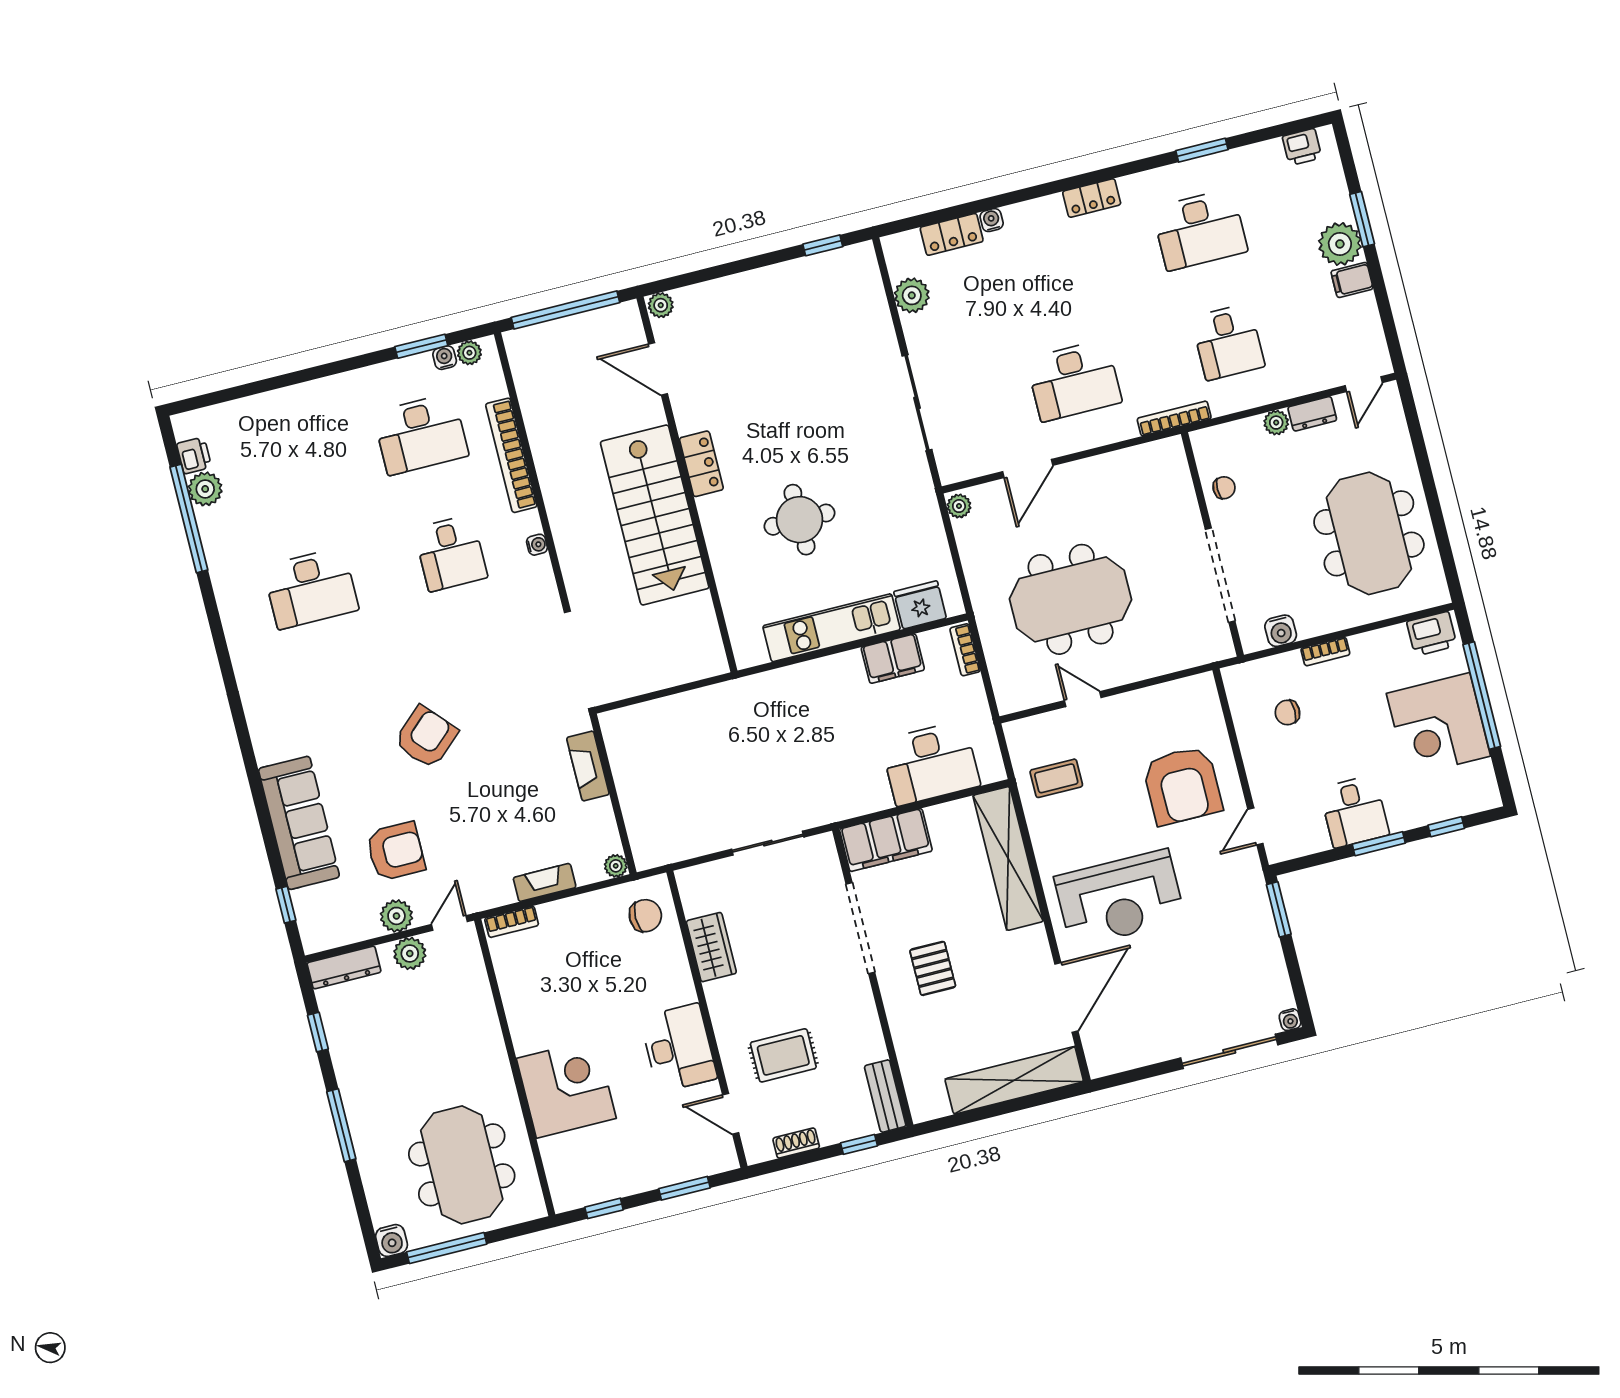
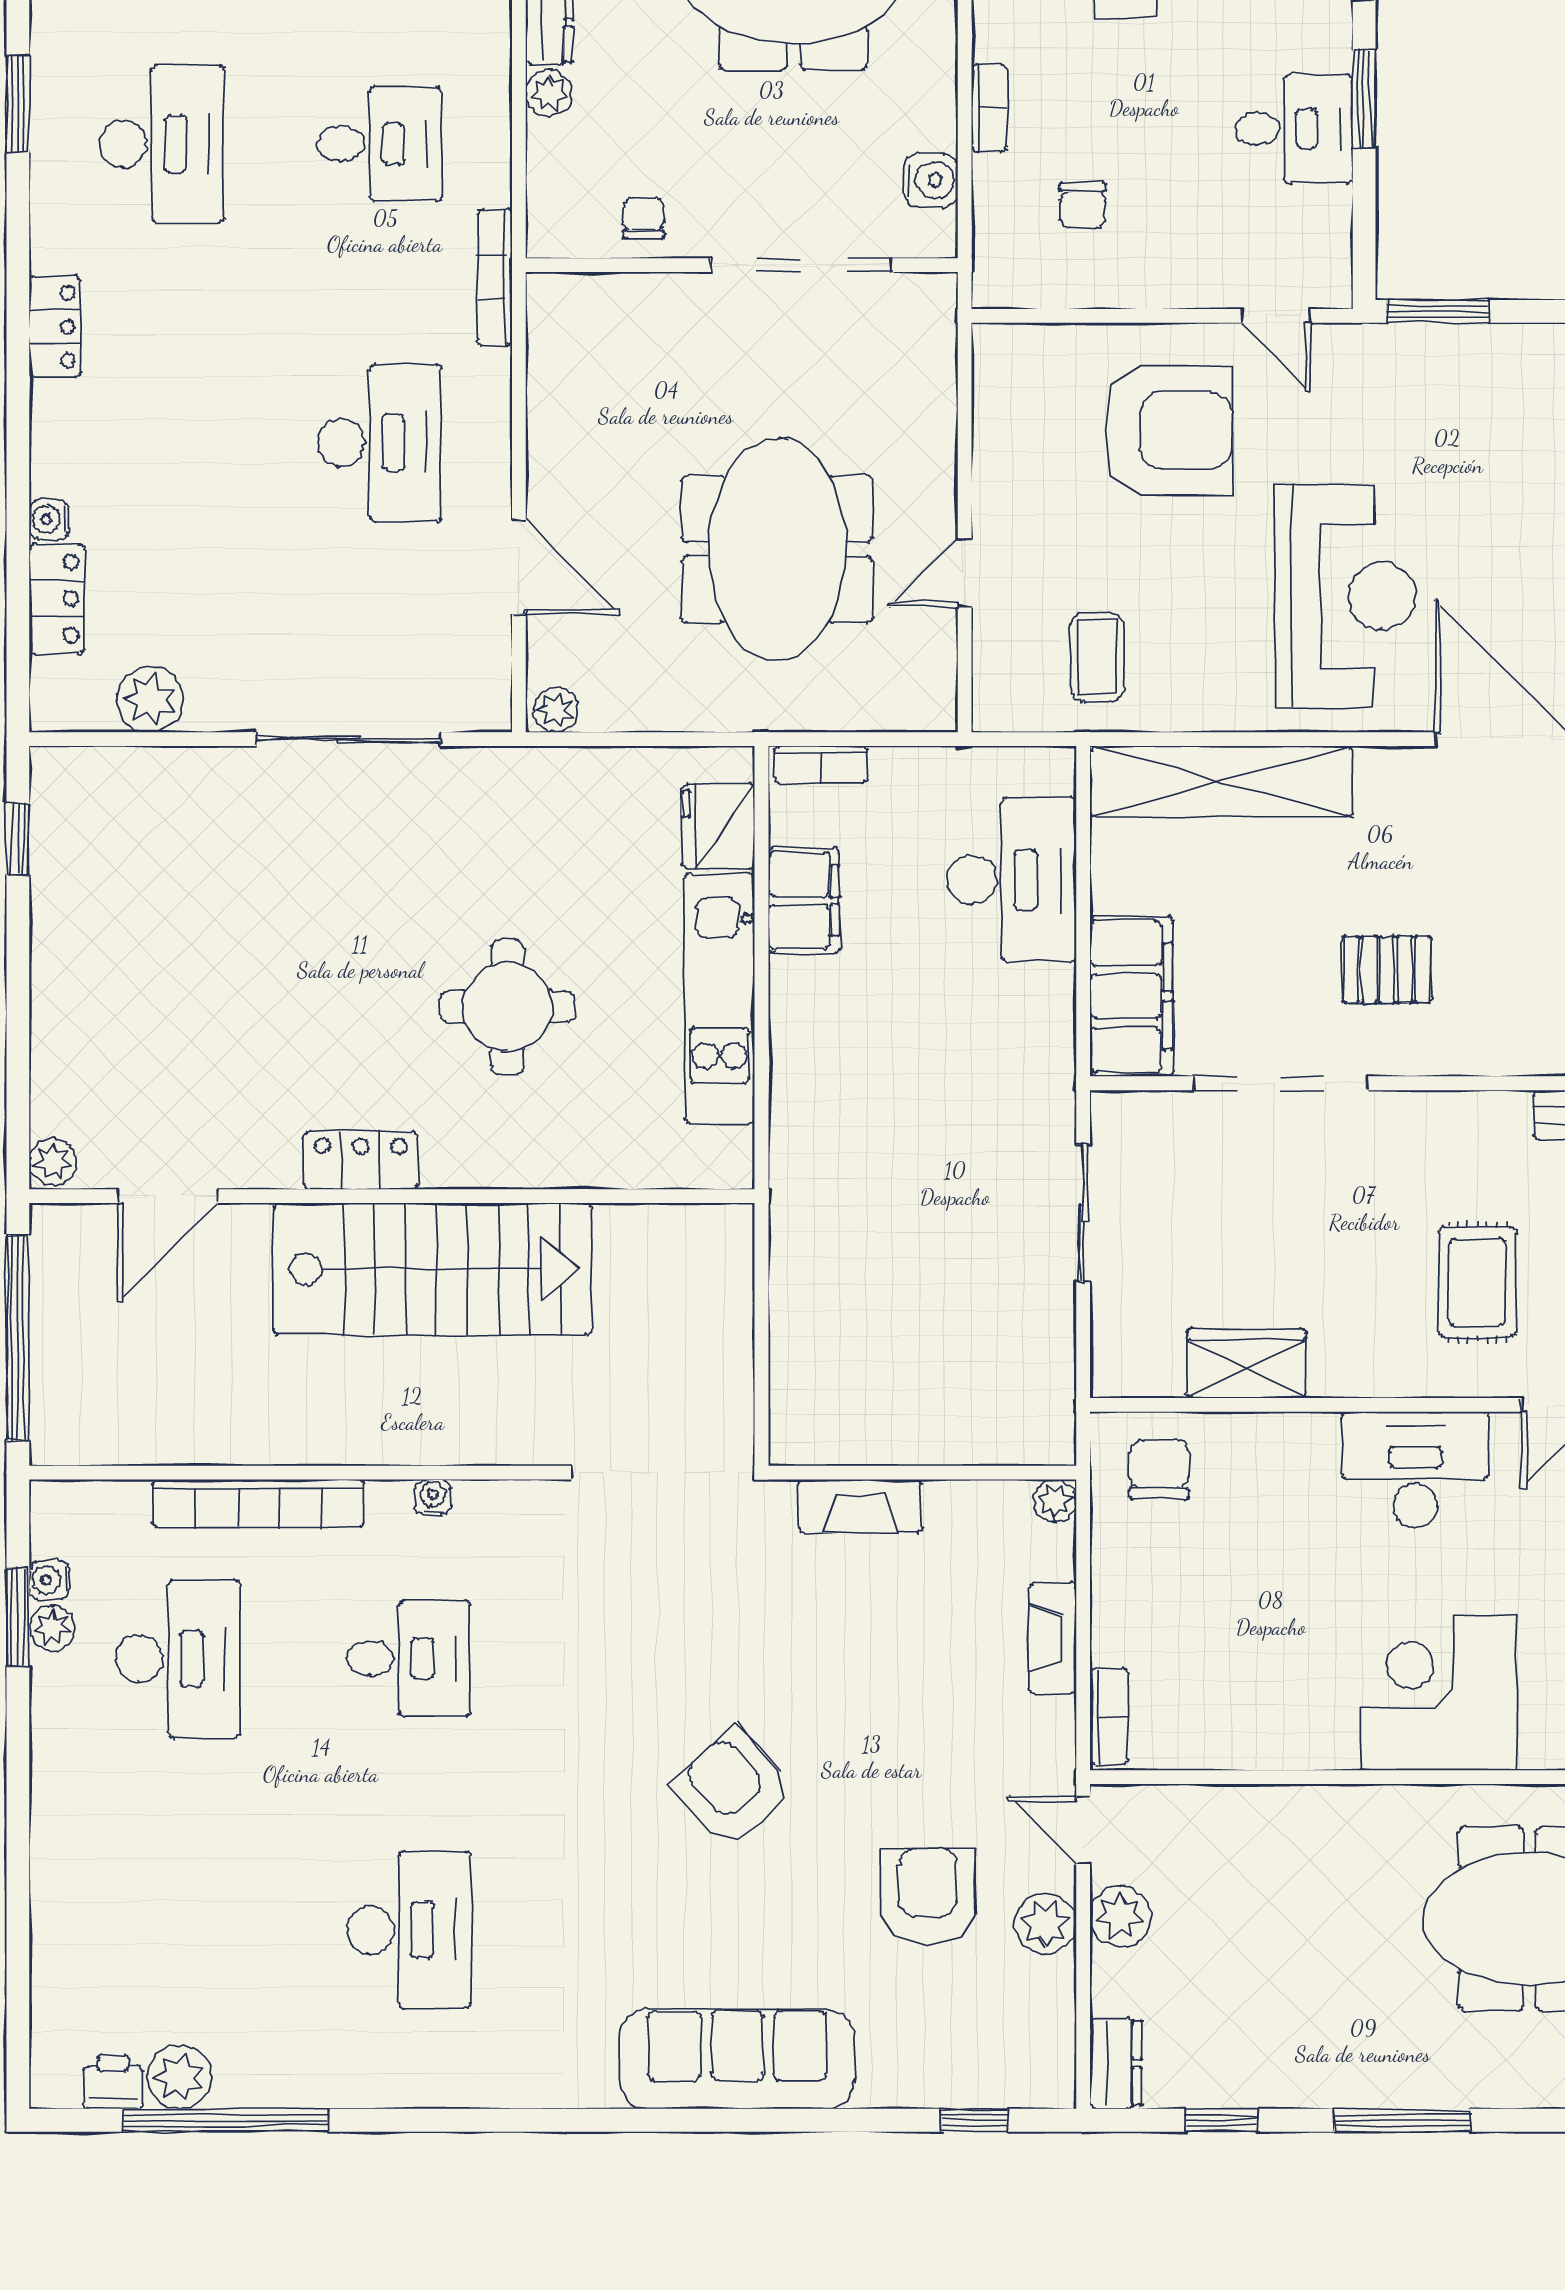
plant: (469, 353) -> (52, 1628), moved
sofa: (299, 823) -> (737, 2059), moved
dresser: (344, 967) -> (1116, 2063), width x0.70

